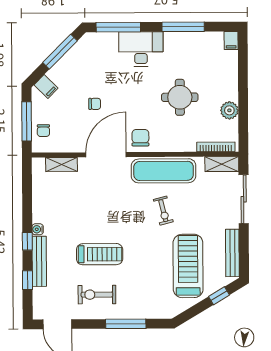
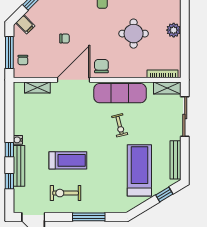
plant: (229, 110) -> (174, 30), moved

